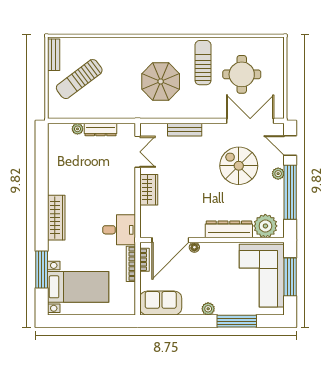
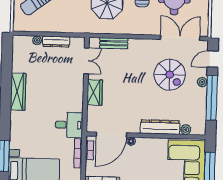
bench: (185, 130) -> (114, 43), moved
door: (290, 146) -> (213, 59), hinge flipped
spiral stairs: (239, 166) -> (170, 75), turned 180
wardrobe: (56, 218) -> (18, 92), moved
plant: (265, 226) -> (186, 130), width x0.53, depth x0.53

